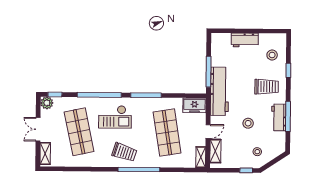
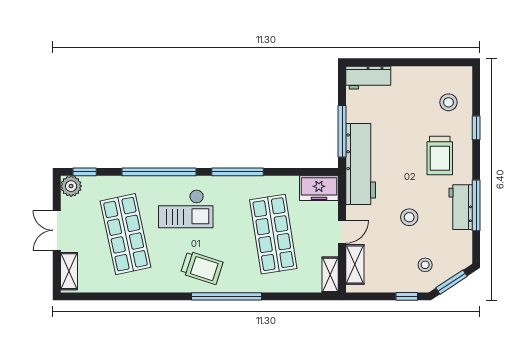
workbench: (245, 40) -> (368, 78), moved
trolley: (267, 87) -> (440, 156), turned 90
window: (273, 162) -> (452, 282), added

